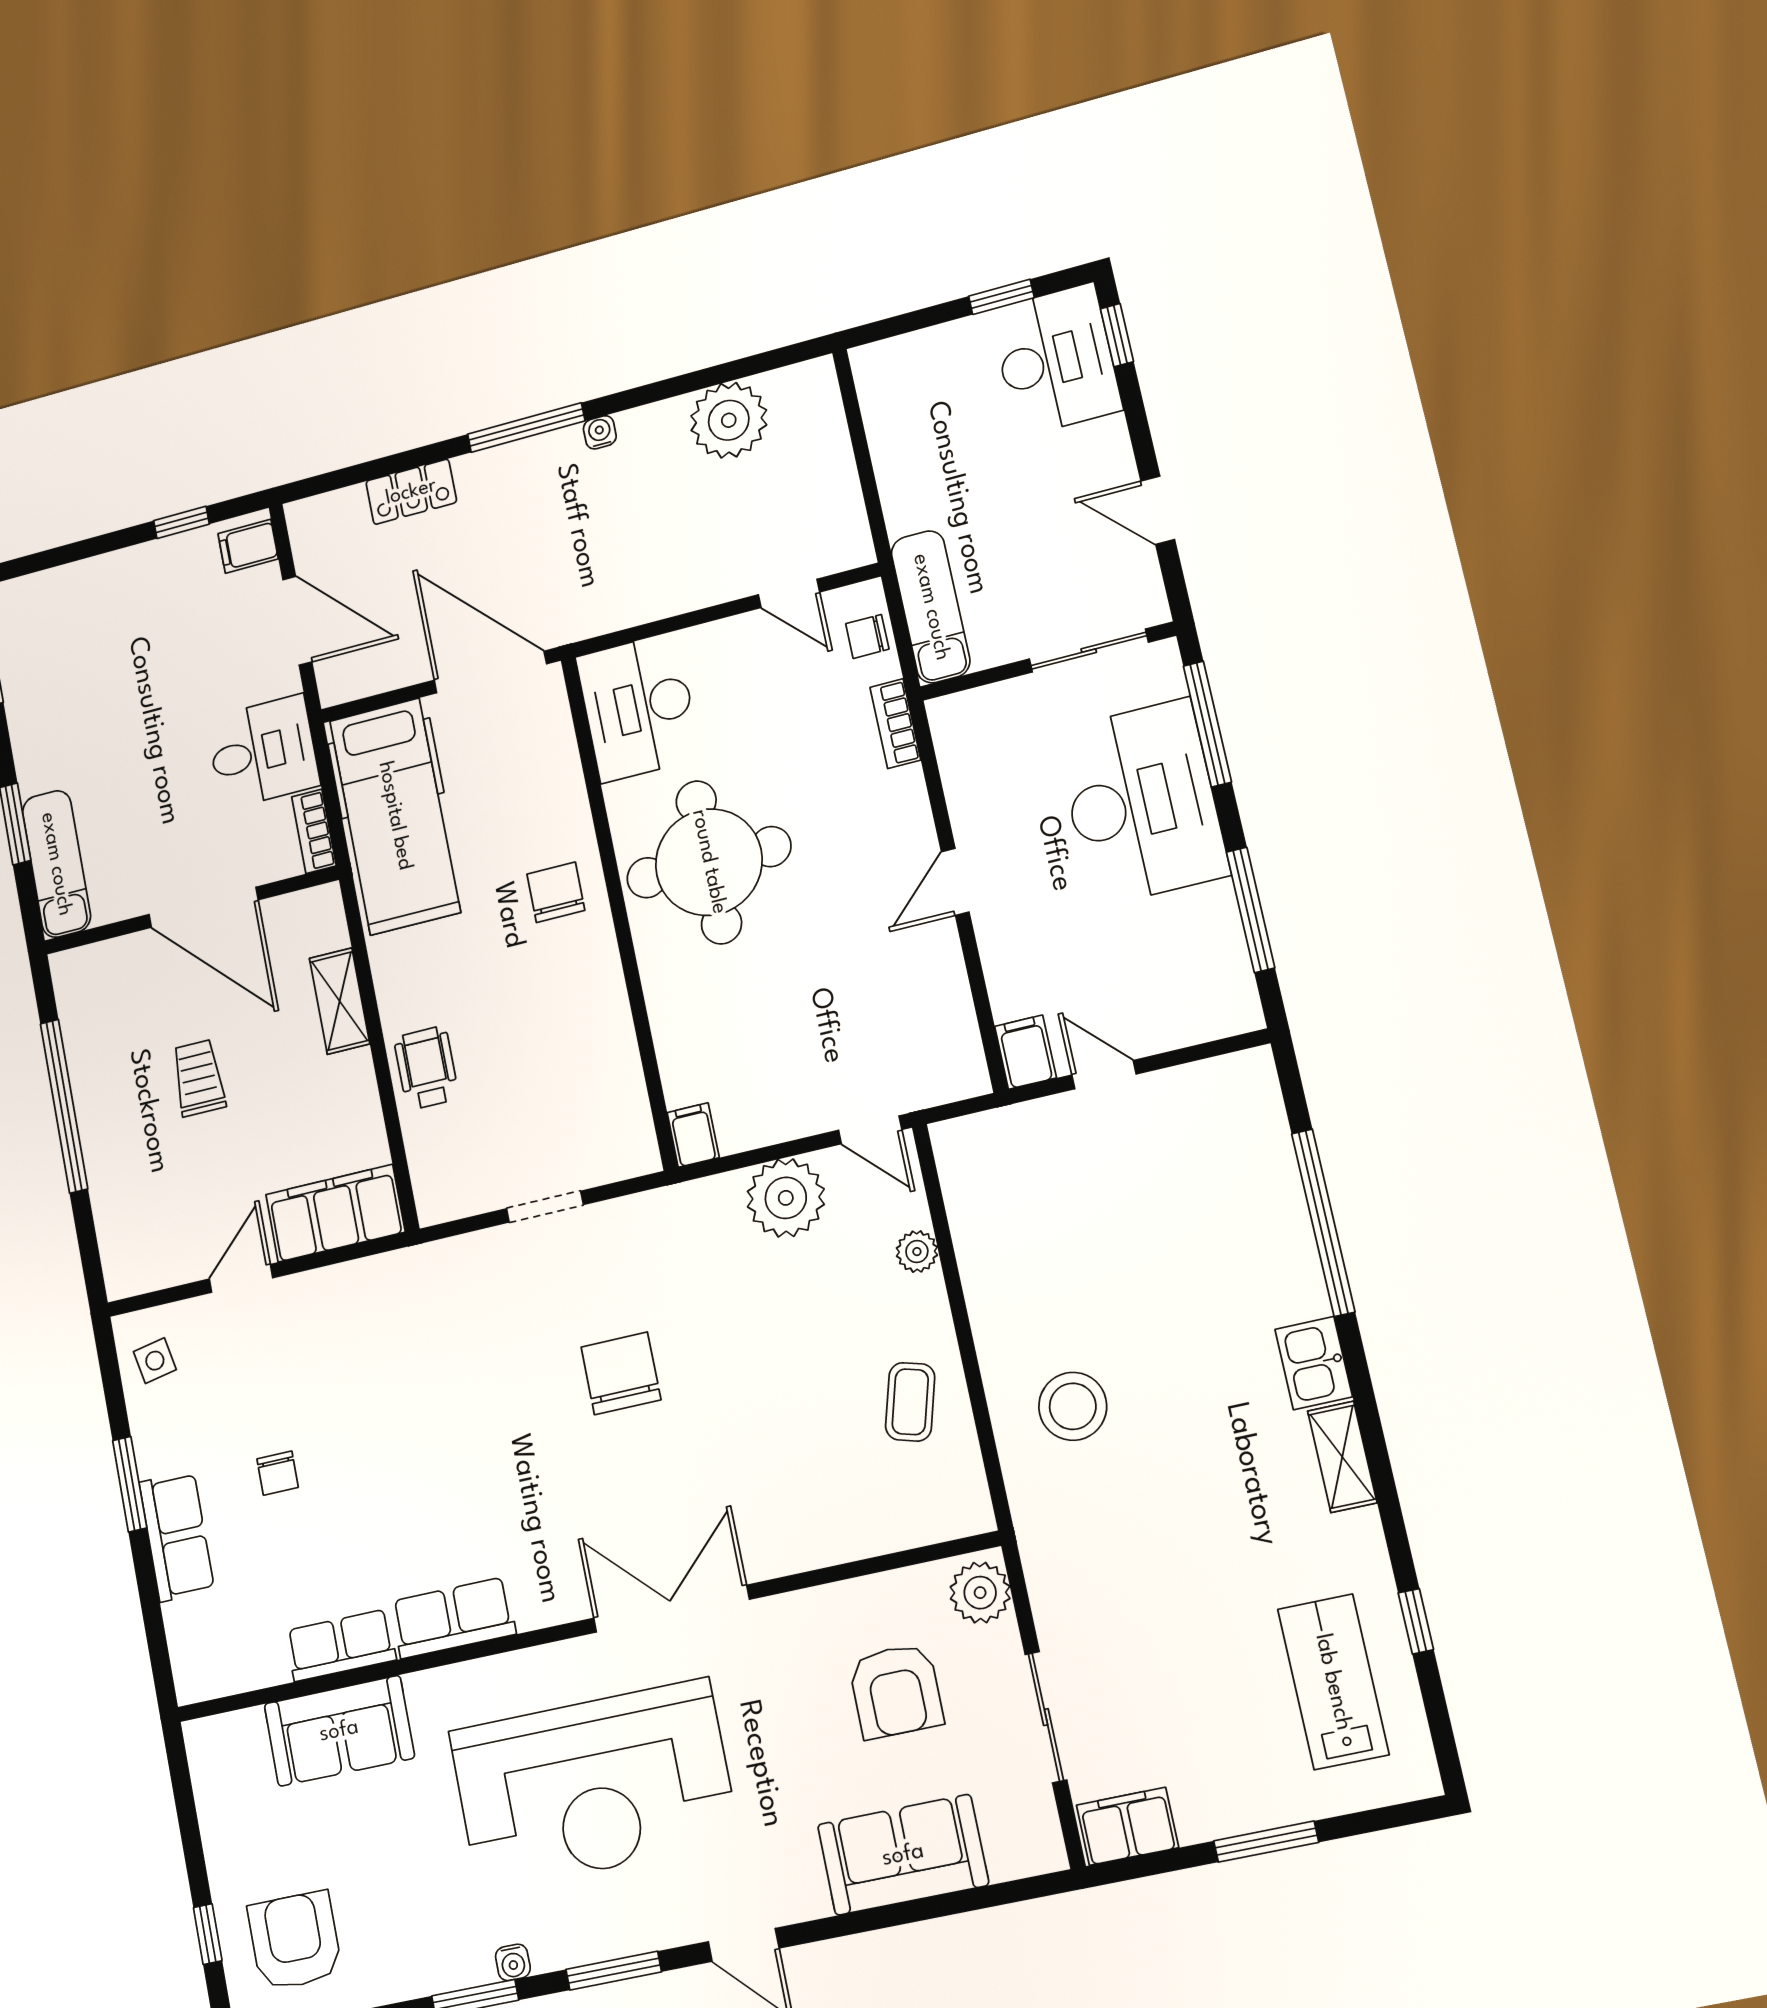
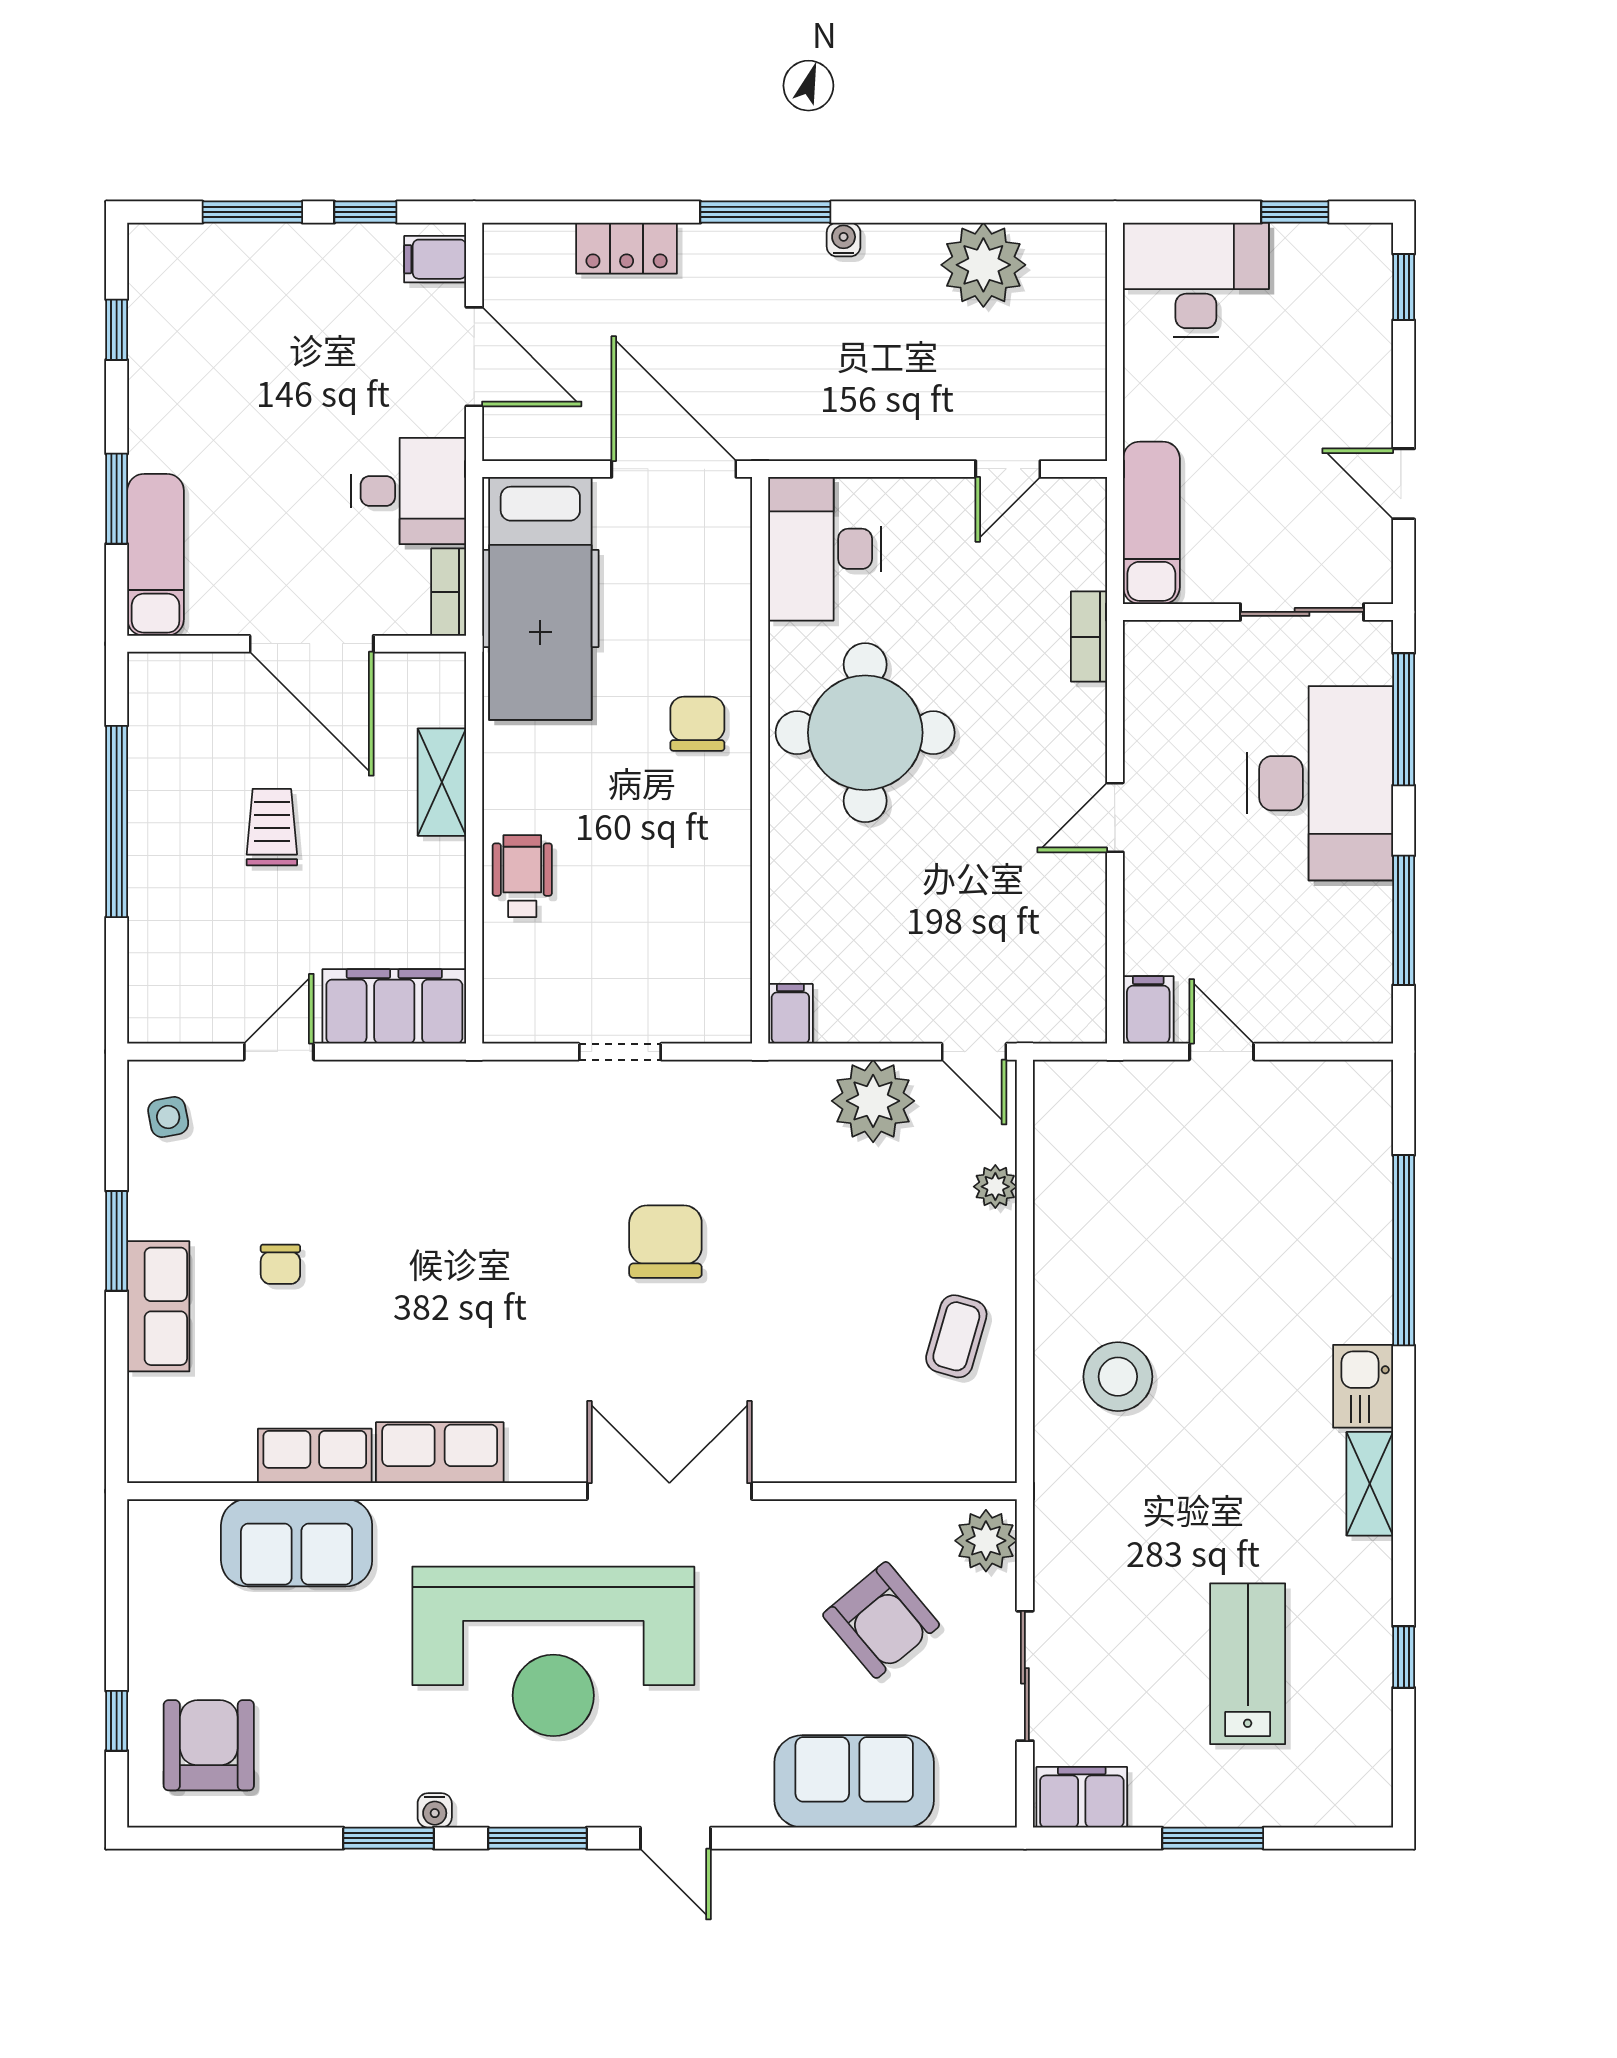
desk: (1056, 360) -> (1196, 280), moved, turned -90
window: (86, 549) -> (252, 212), added
door: (789, 593) -> (1008, 469), hinge flipped
chair: (867, 636) -> (1080, 537), removed
lab bench: (1333, 1682) -> (1248, 1664), moved
armchair: (896, 1691) -> (881, 1620), turned -40

